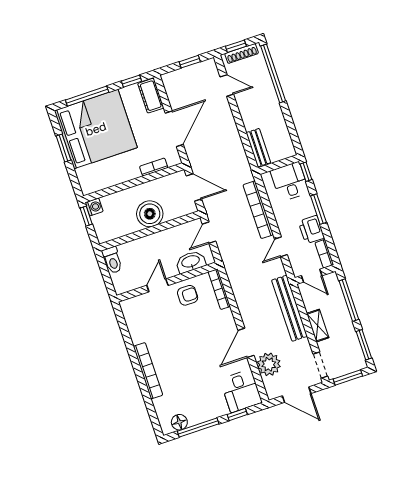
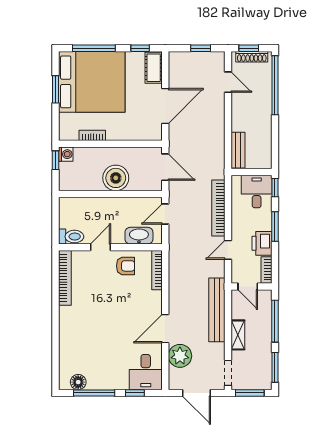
bookcase: (154, 167) -> (92, 135), moved
toilet: (112, 260) -> (71, 237), moved, turned -90
bookcase: (148, 371) -> (65, 278), moved

